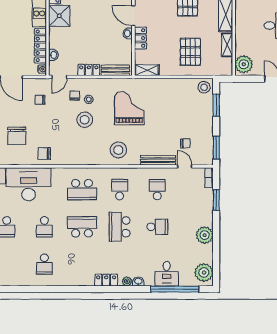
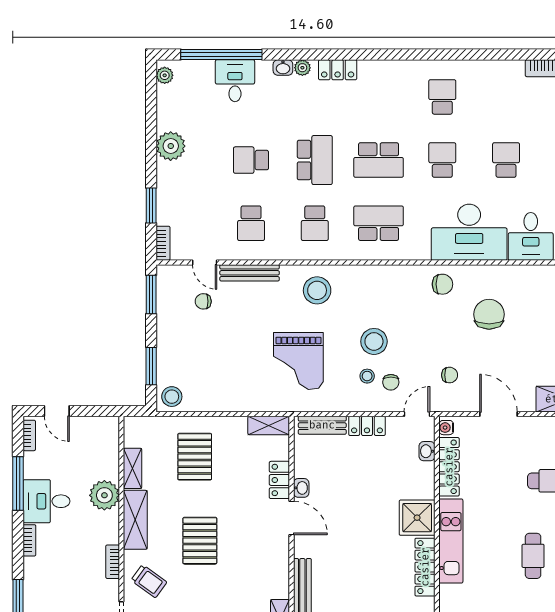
plant: (244, 64) -> (104, 495), moved
plant: (204, 273) -> (165, 75), width x0.53, depth x0.53

